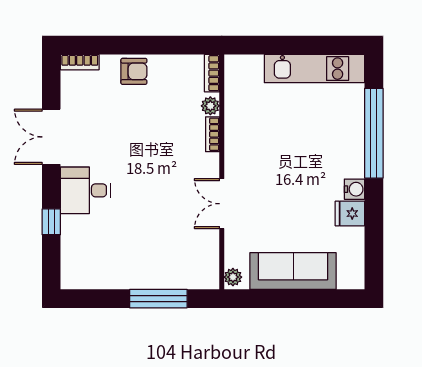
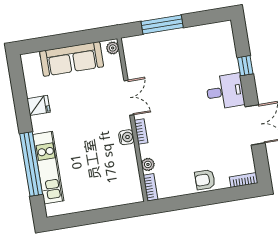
kitchen unit: (314, 69) -> (48, 168), moved, turned 90
bookcase: (213, 134) -> (141, 132), moved
water cooler: (354, 189) -> (126, 137), moved, turned 180

